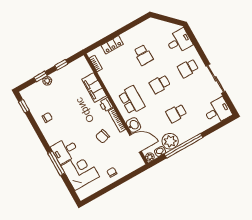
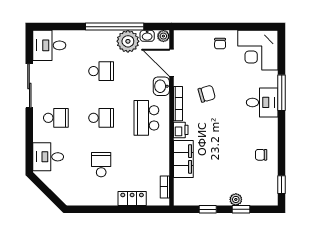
corner desk: (80, 171) -> (258, 50), moved

